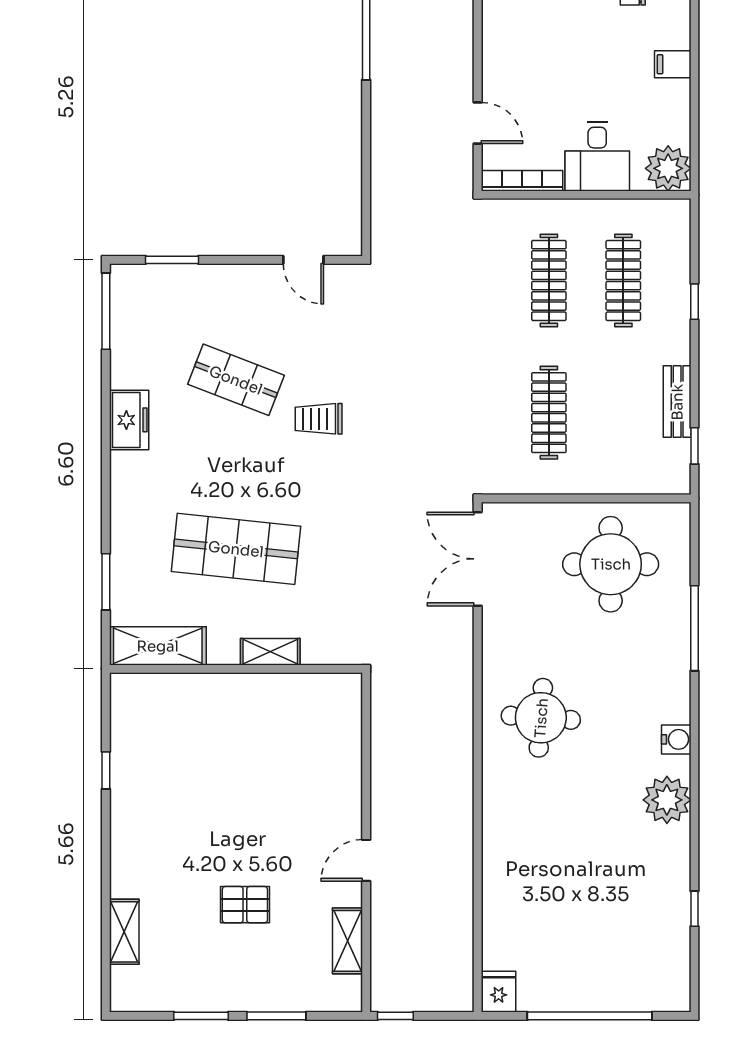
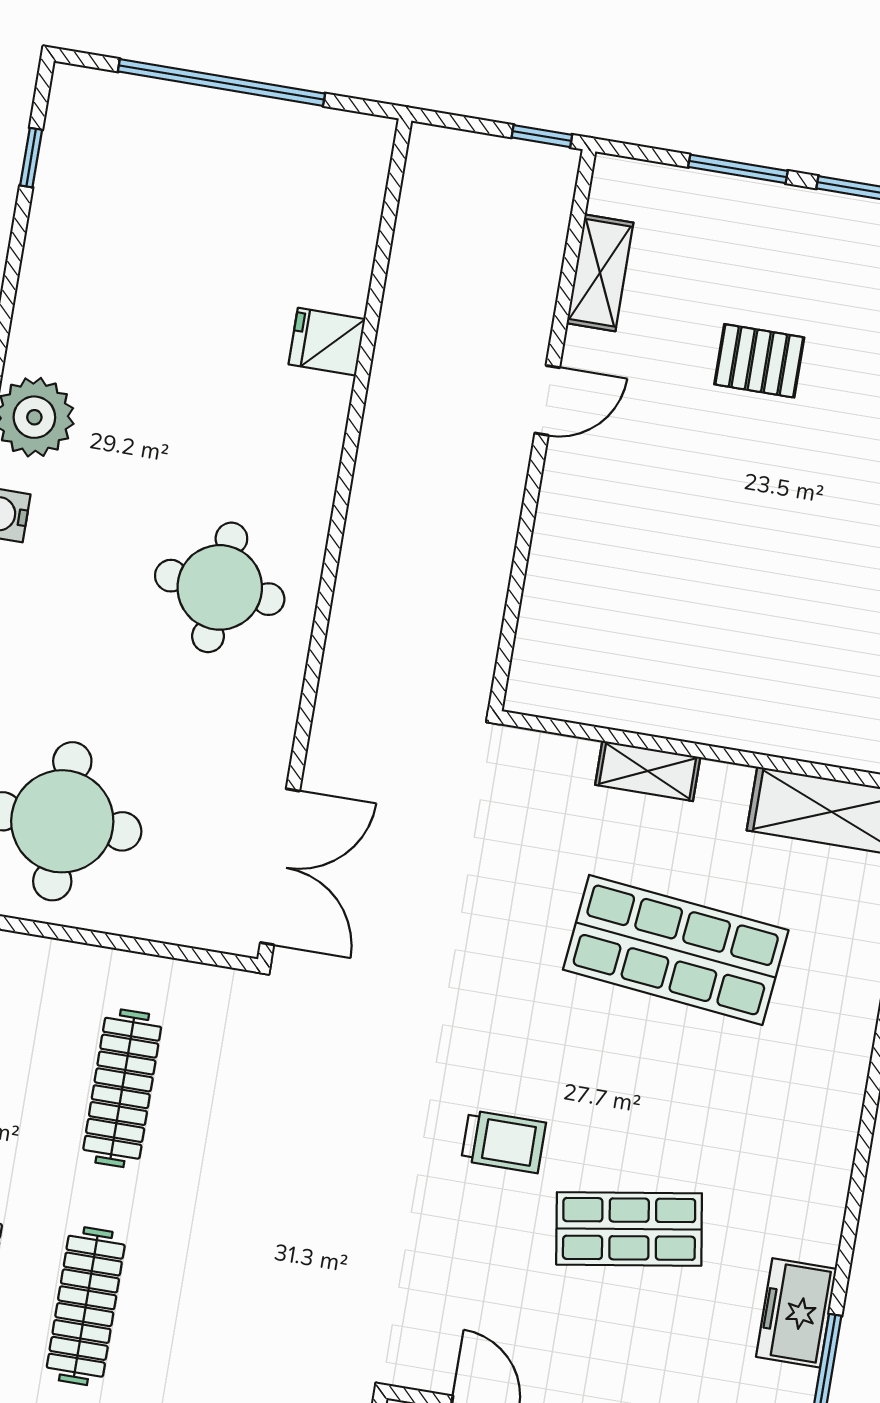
shop shelf: (236, 380) -> (629, 1229), turned -30
freezer: (129, 420) -> (796, 1313), moved
window: (695, 909) -> (31, 158), moved
fridge: (499, 992) -> (327, 342), moved, turned 90

